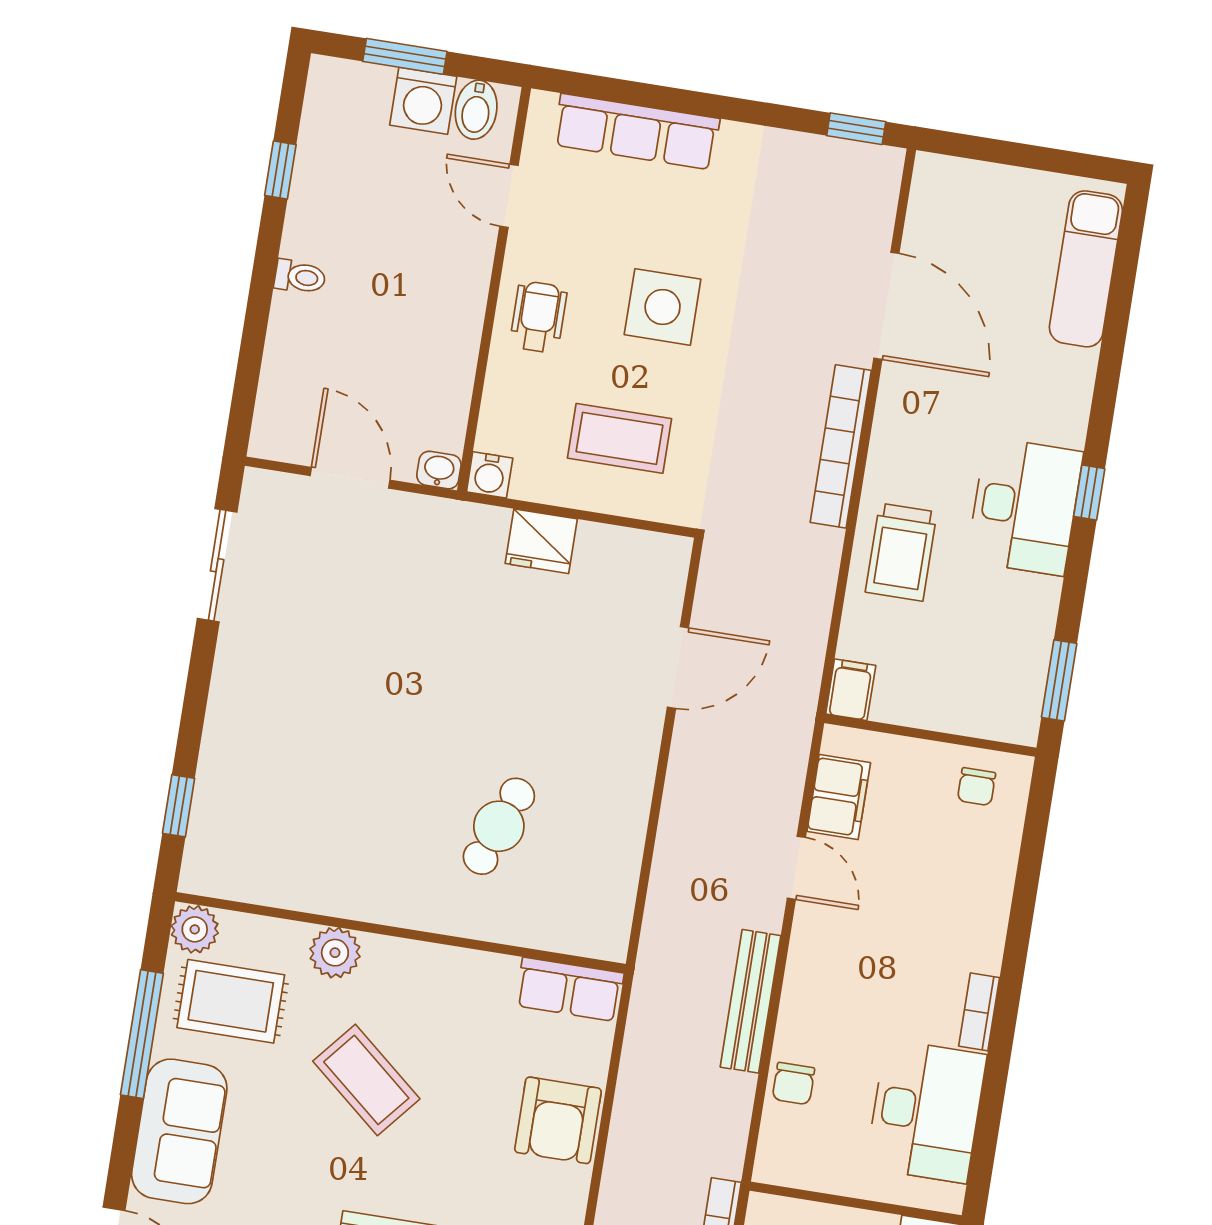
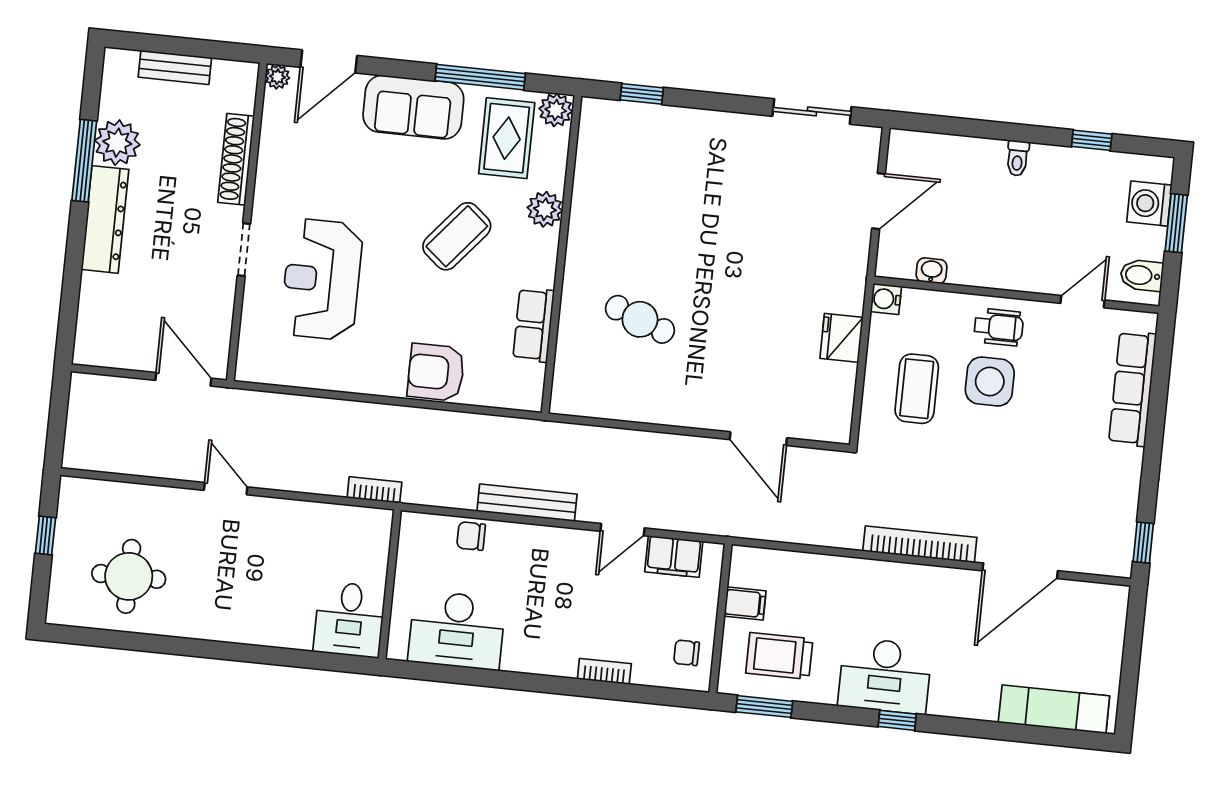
washing machine: (423, 101) -> (1149, 204), moved
side table: (663, 307) -> (990, 381), moved
washbasin: (439, 470) -> (932, 271), moved, turned -90
trolley: (901, 552) -> (779, 656), moved
filing cabinet: (851, 690) -> (745, 604), moved
row of seats: (570, 989) -> (533, 325), moved
bookcase: (979, 1012) -> (604, 671), moved

